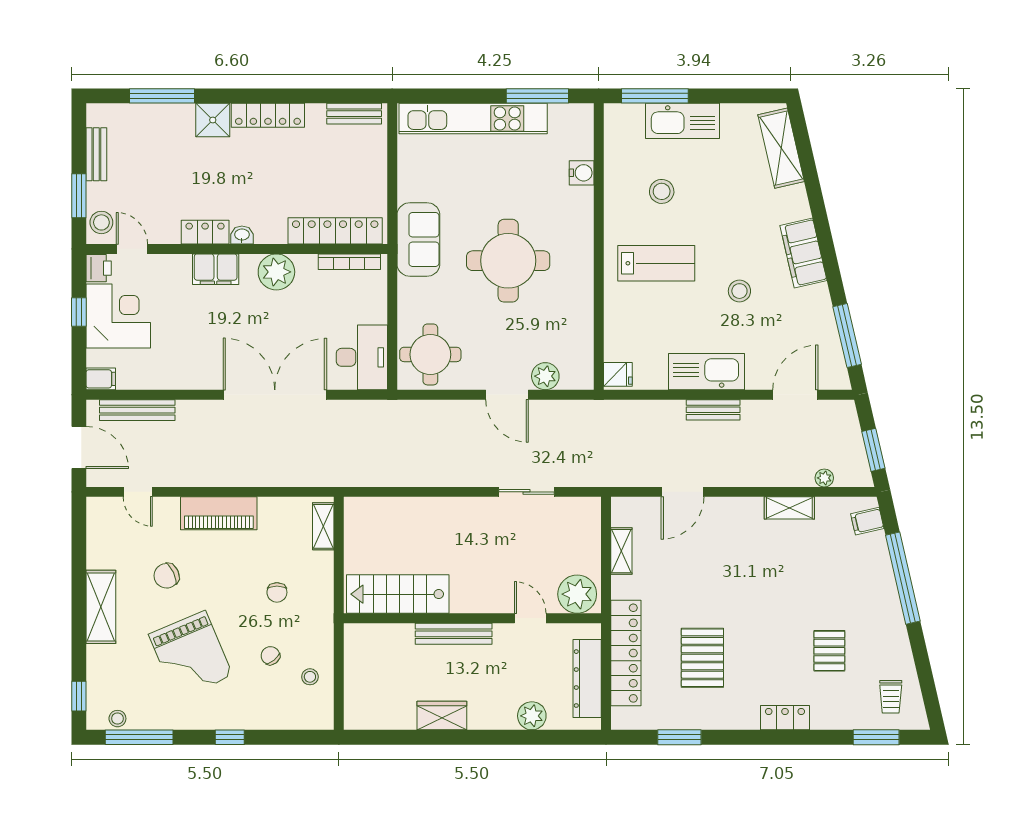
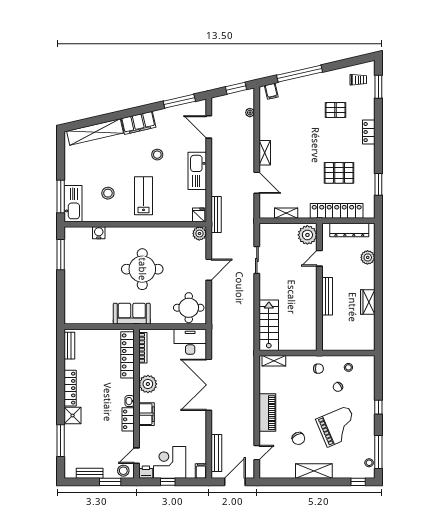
kitchen unit: (473, 119) -> (72, 286), removed
kitchen sink: (682, 121) -> (73, 204), moved
shelving: (781, 148) -> (95, 132), width x1.47
plant: (545, 376) -> (199, 233), moved
bench: (713, 410) -> (216, 214), moved, width x1.36
shelving: (789, 508) -> (265, 153), moved
chair: (277, 592) -> (318, 369), moved
stairs: (398, 594) -> (269, 325), moved, turned 180

